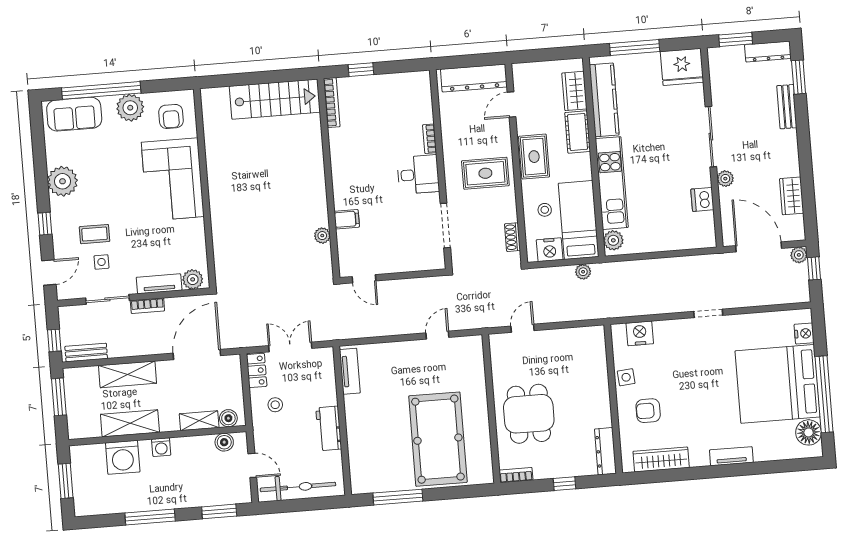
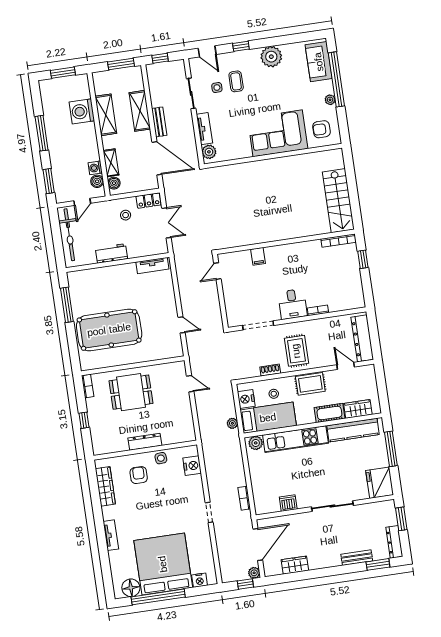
plant: (130, 108) -> (330, 100), width x0.53, depth x0.53
plant: (725, 179) -> (304, 518), removed
plant: (322, 236) -> (246, 240), removed
shoe rack: (512, 237) -> (270, 370), moved
bookcase: (147, 306) -> (244, 498), moved
bench: (86, 353) -> (159, 122), moved
washing machine: (161, 447) -> (95, 168), moved
dresser: (605, 451) -> (145, 442), moved

